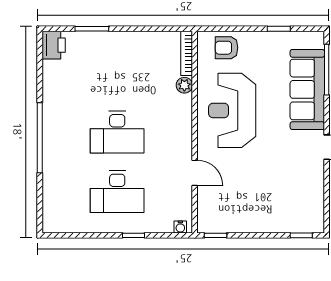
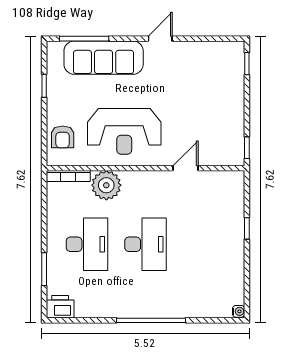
plant: (184, 85) -> (106, 185), width x1.88, depth x1.88
desk: (117, 192) -> (87, 244), moved
water cooler: (180, 227) -> (239, 311), moved

